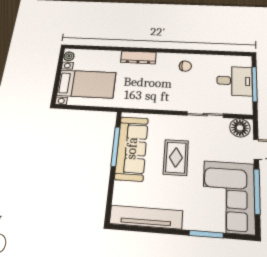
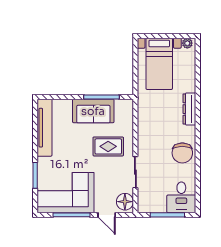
chair: (185, 66) -> (182, 153), width x1.87, depth x1.87
desk: (235, 81) -> (181, 197), moved
sofa: (132, 148) -> (93, 111), width x0.73
rug: (176, 157) -> (108, 146), moved

